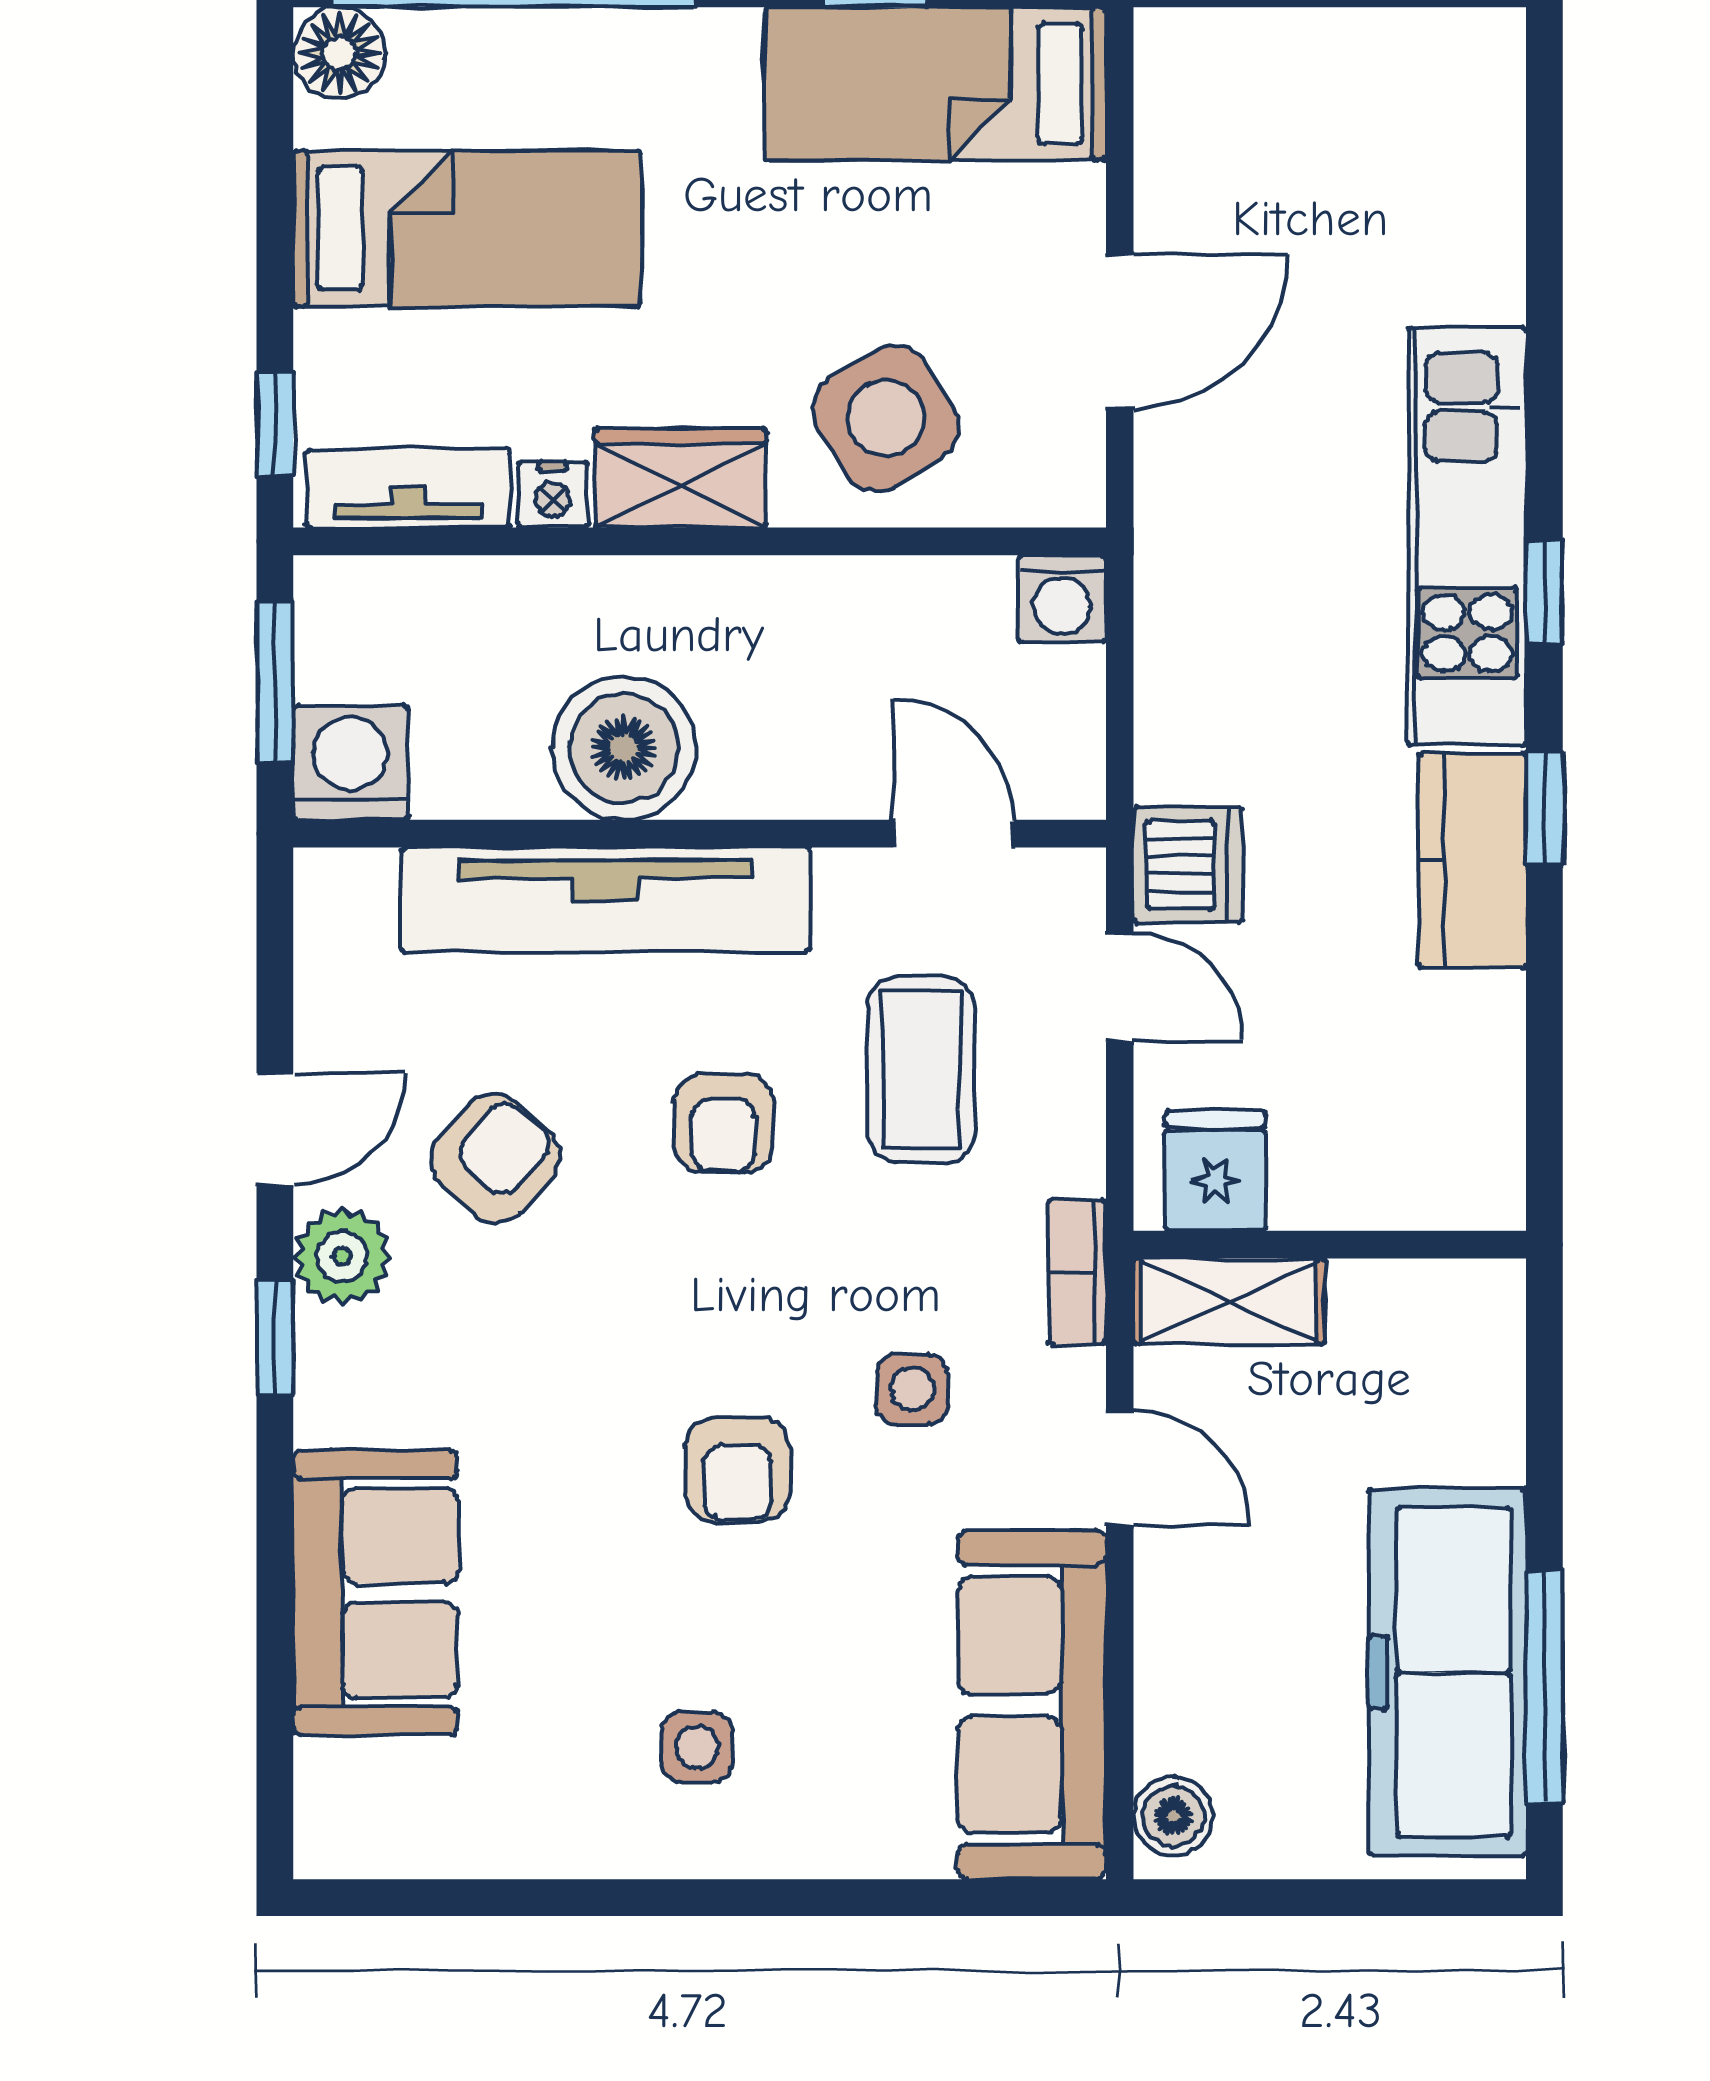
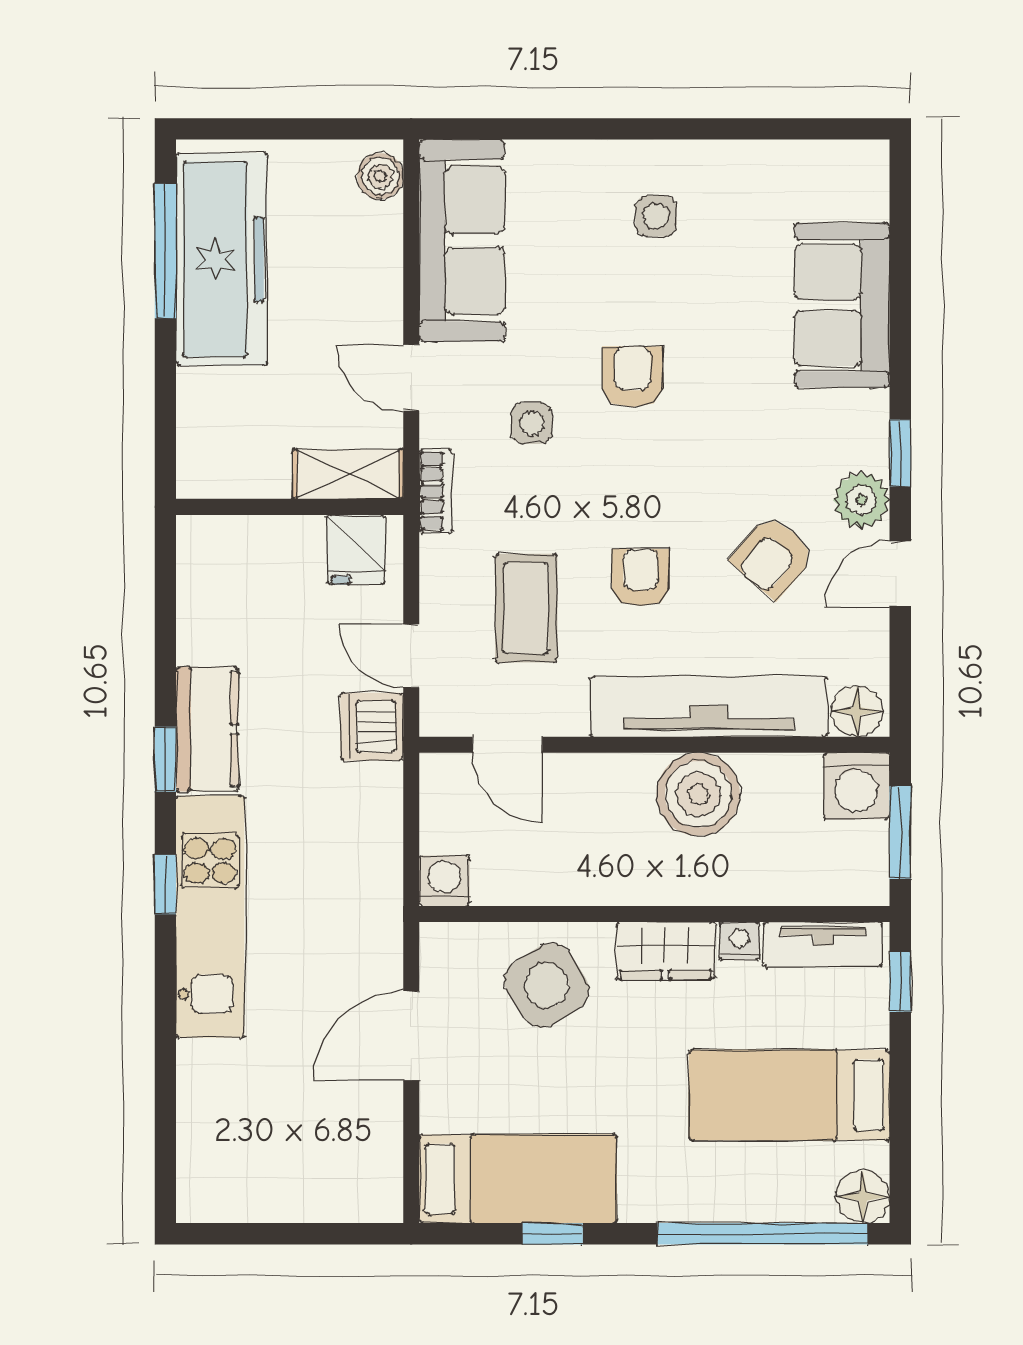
floor lamp: (350, 892) -> (857, 711), added

